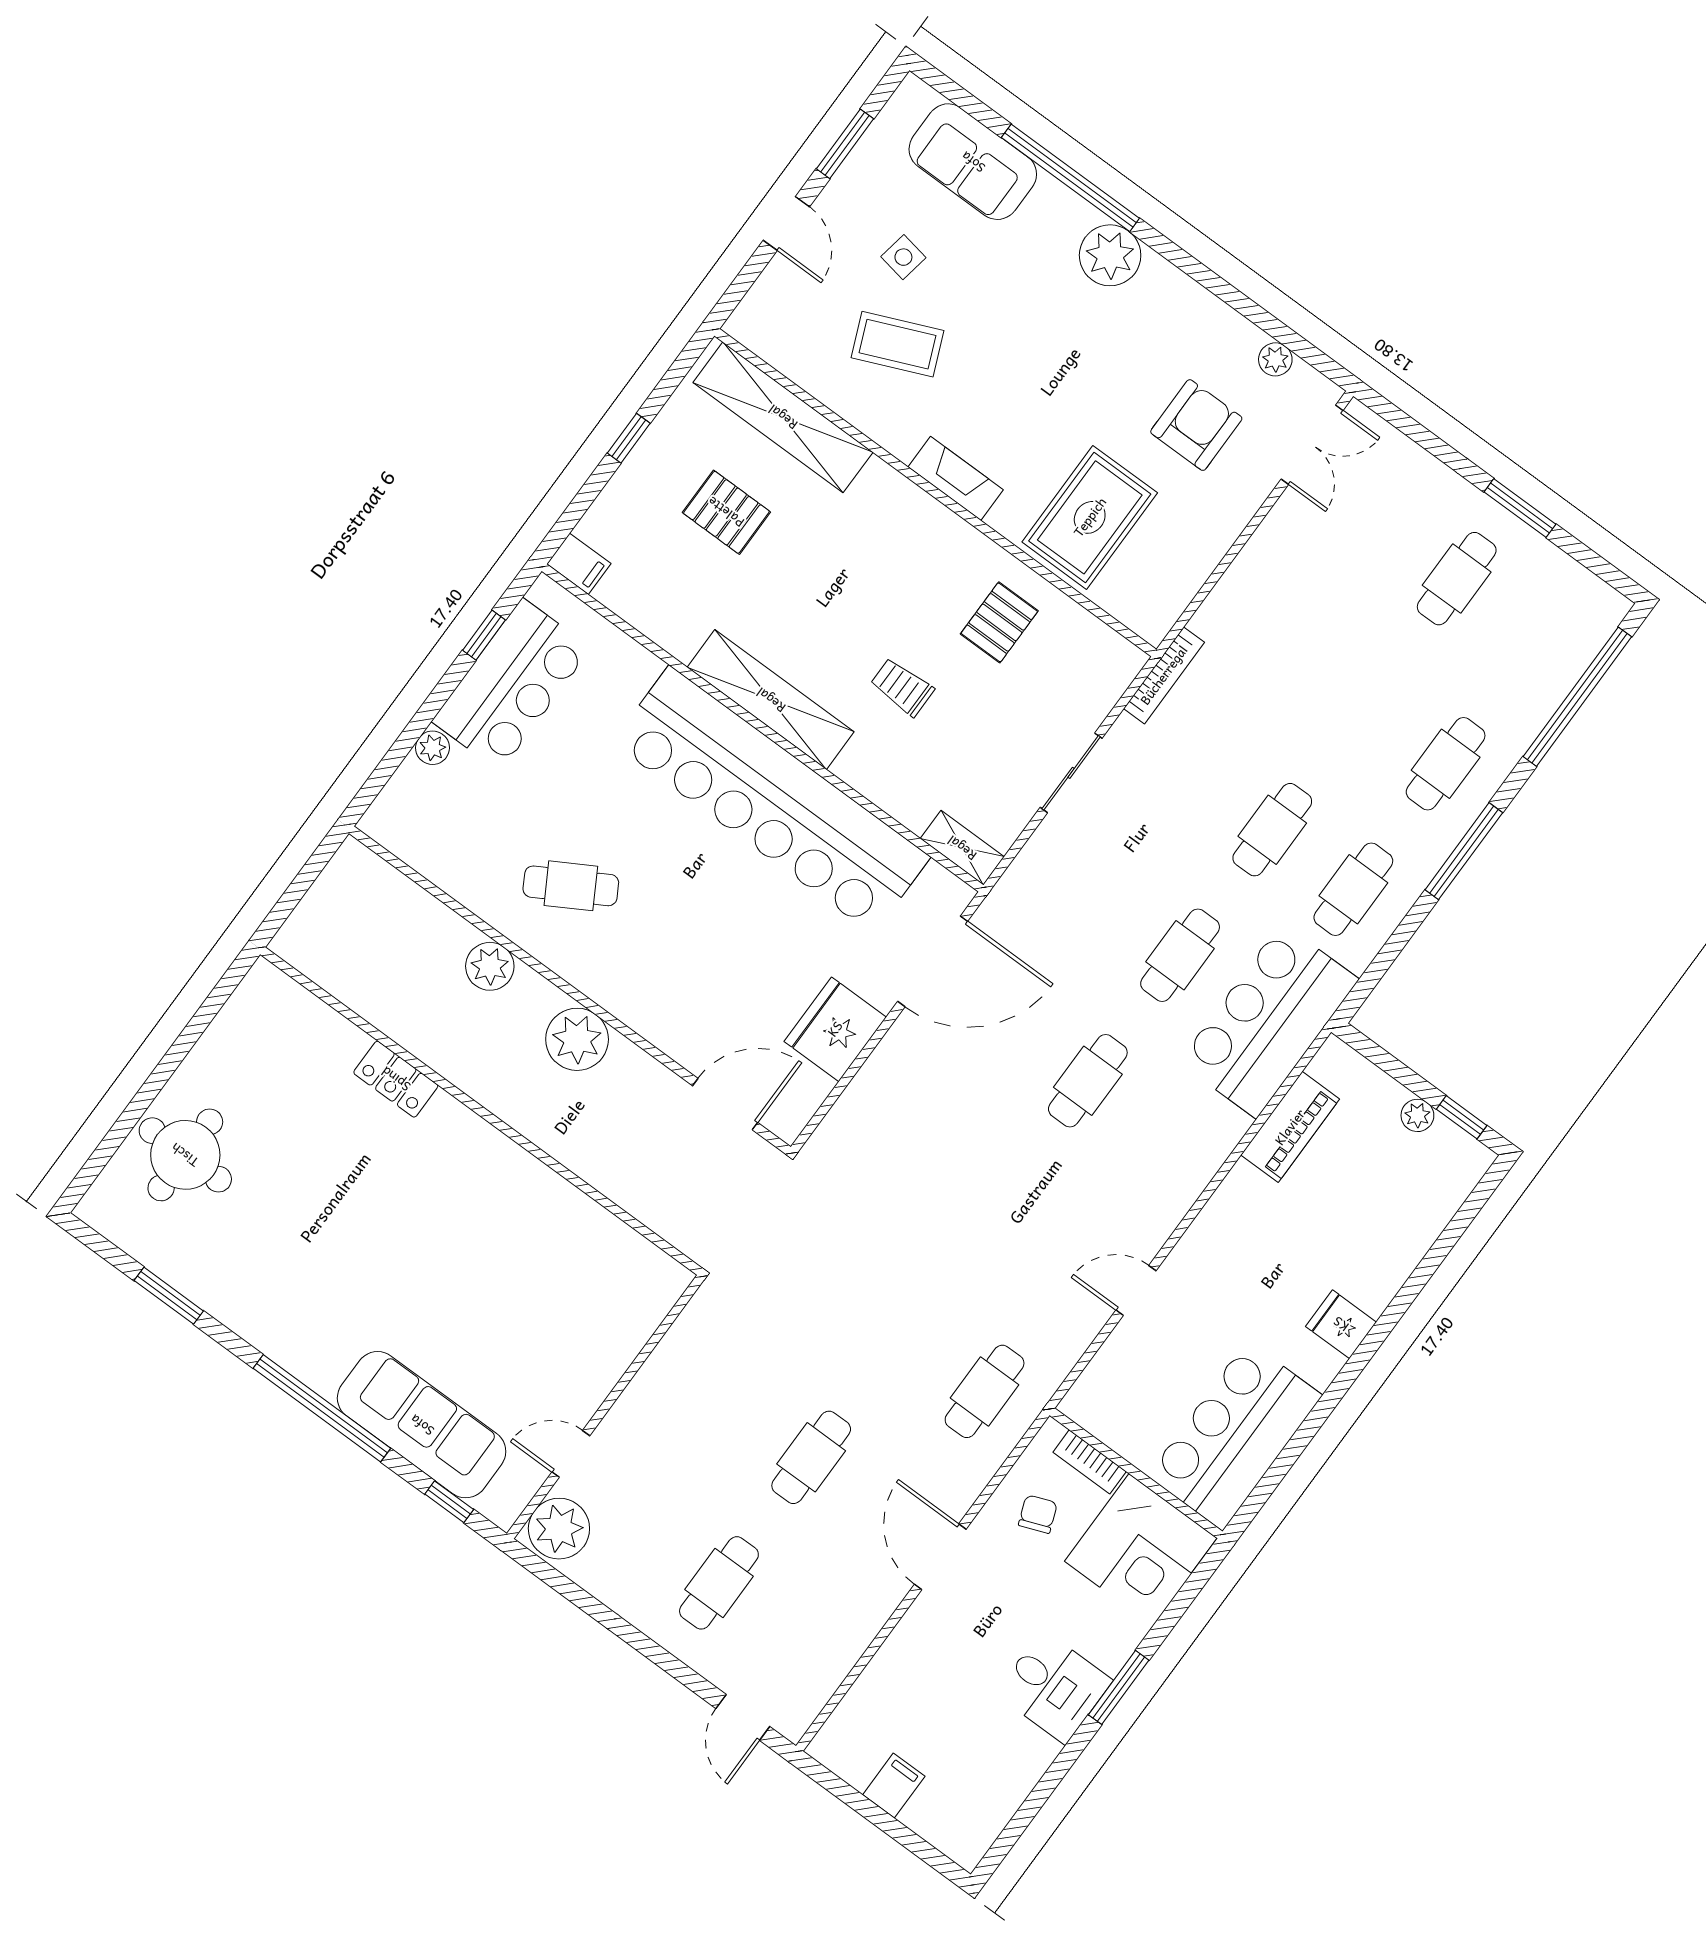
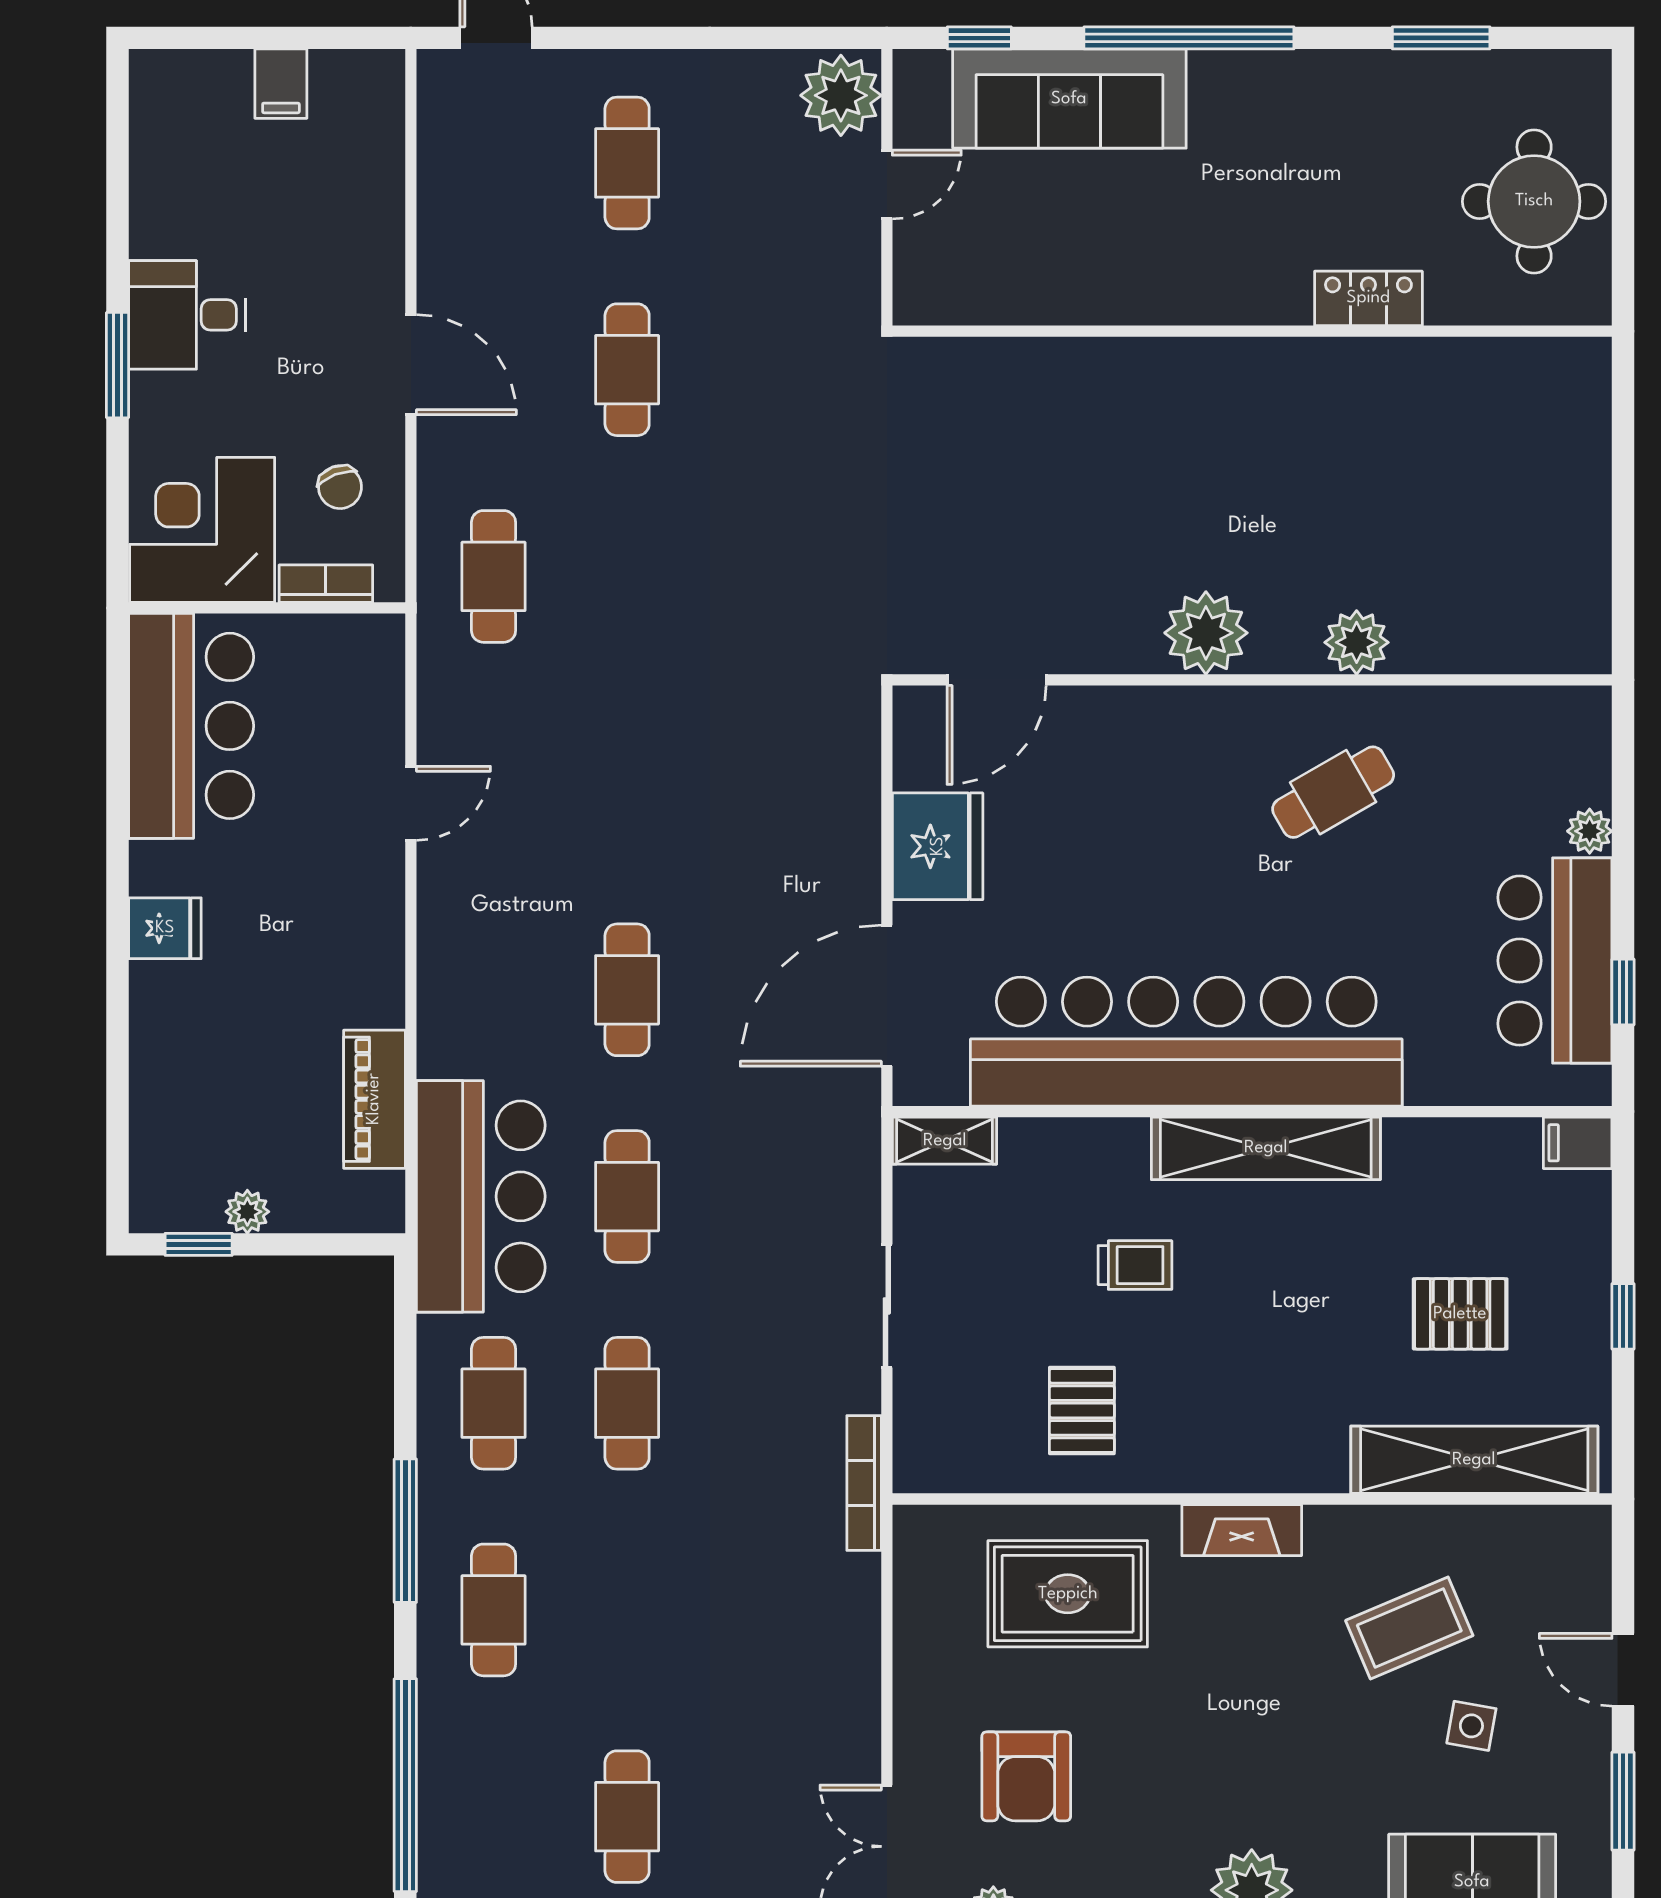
rug: (1090, 517) -> (1068, 1594), turned 90
locker: (396, 1079) -> (1368, 298), moved
wall: (481, 1111) -> (1252, 331), moved

